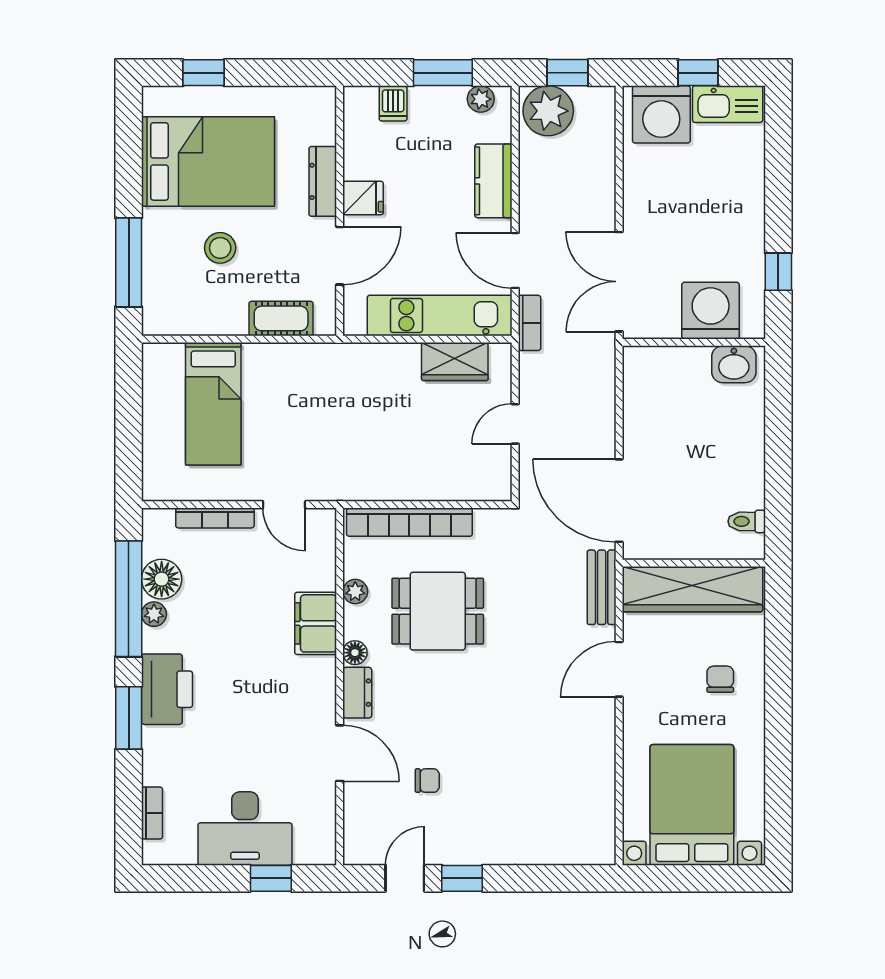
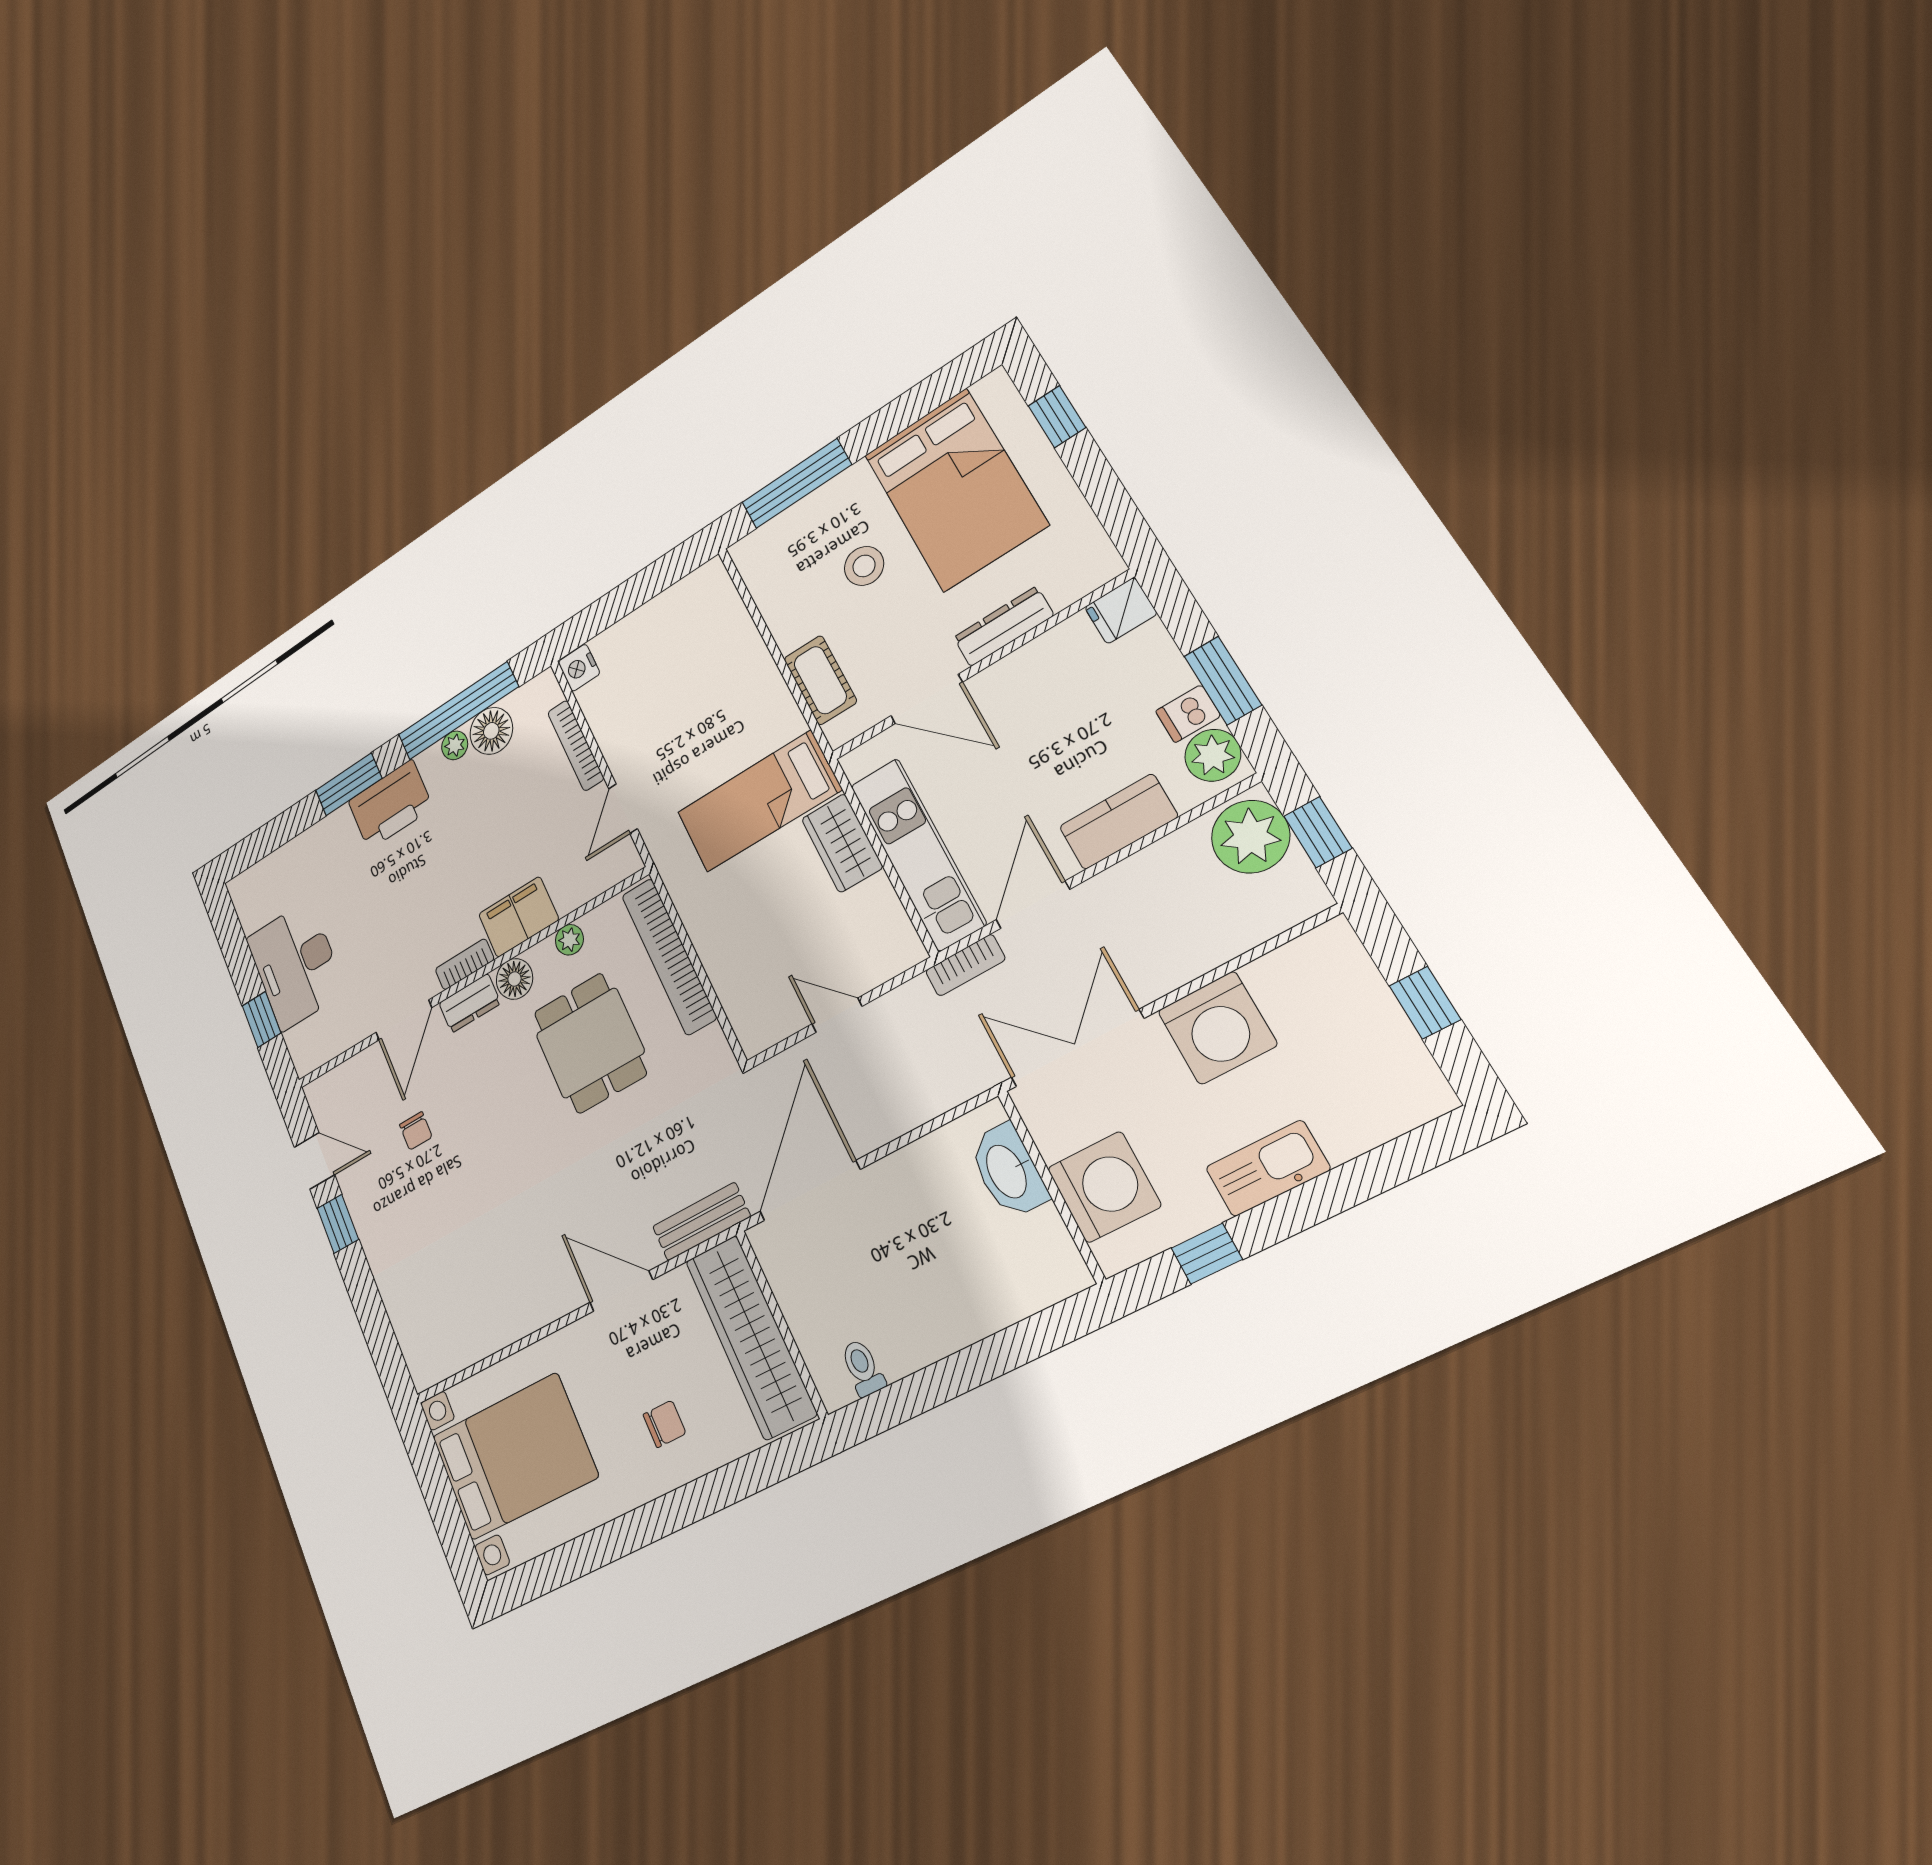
plant: (481, 99) -> (1213, 755), width x1.38, depth x1.38
dishwasher: (393, 103) -> (1188, 714), moved
kitchen sink: (728, 104) -> (1268, 1168), moved, turned 90
washing machine: (661, 114) -> (1217, 1028), moved, turned -90
fridge: (363, 198) -> (1121, 611), moved, turned 90
wardrobe: (455, 362) -> (842, 843), moved
washbasin: (734, 364) -> (1008, 1171), moved, width x1.38
bed: (213, 404) -> (759, 801), moved
nightstand: (158, 487) -> (579, 668), added
floor lamp: (355, 653) -> (514, 979), width x1.37, depth x1.37
bookcase: (152, 813) -> (465, 964), moved, turned 180

